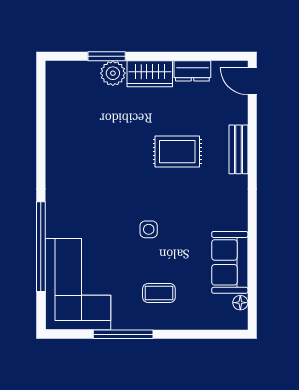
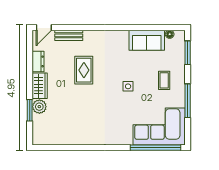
bench: (238, 149) -> (69, 35), moved
window: (41, 247) -> (155, 148), moved
window: (208, 334) -> (188, 53), added

